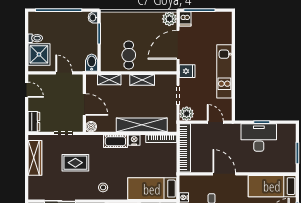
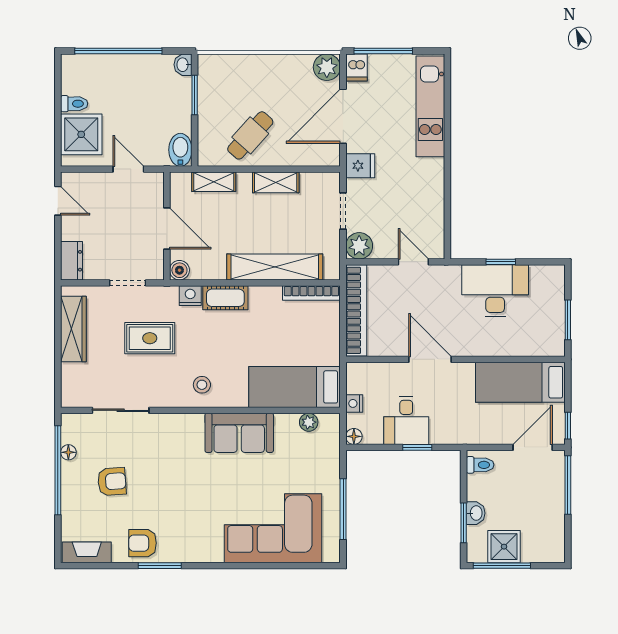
cafe table: (129, 55) -> (250, 135), turned 42
kitchen unit: (224, 71) -> (430, 106), moved
nightstand: (134, 140) -> (190, 296), moved

